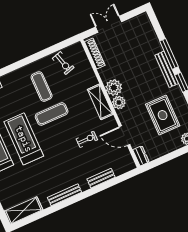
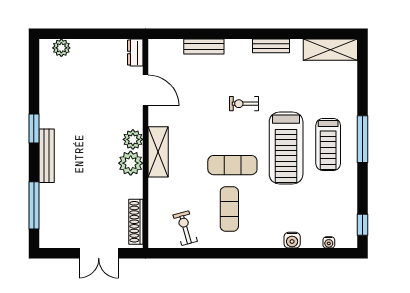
window: (169, 54) -> (34, 205), moved
rug: (163, 115) -> (80, 95), removed
exercise bike: (87, 139) -> (244, 104), moved
bench: (65, 195) -> (271, 46), width x0.73

